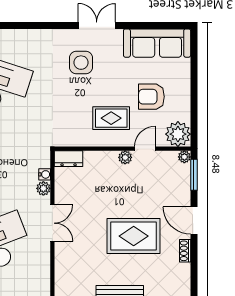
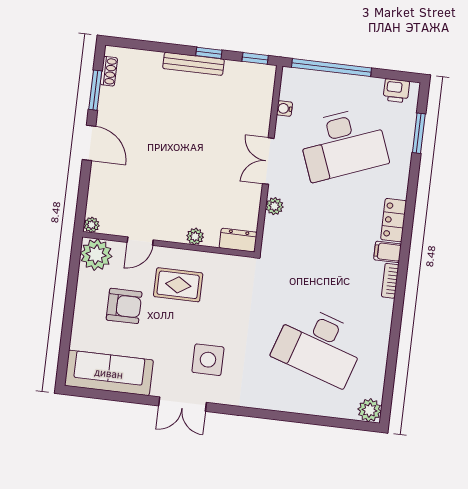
plant: (125, 157) -> (195, 236), moved
water cooler: (45, 174) -> (284, 109), moved
window: (194, 175) -> (95, 90), moved
rug: (134, 236) -> (168, 132), removed
shoe rack: (185, 251) -> (109, 71), moved

